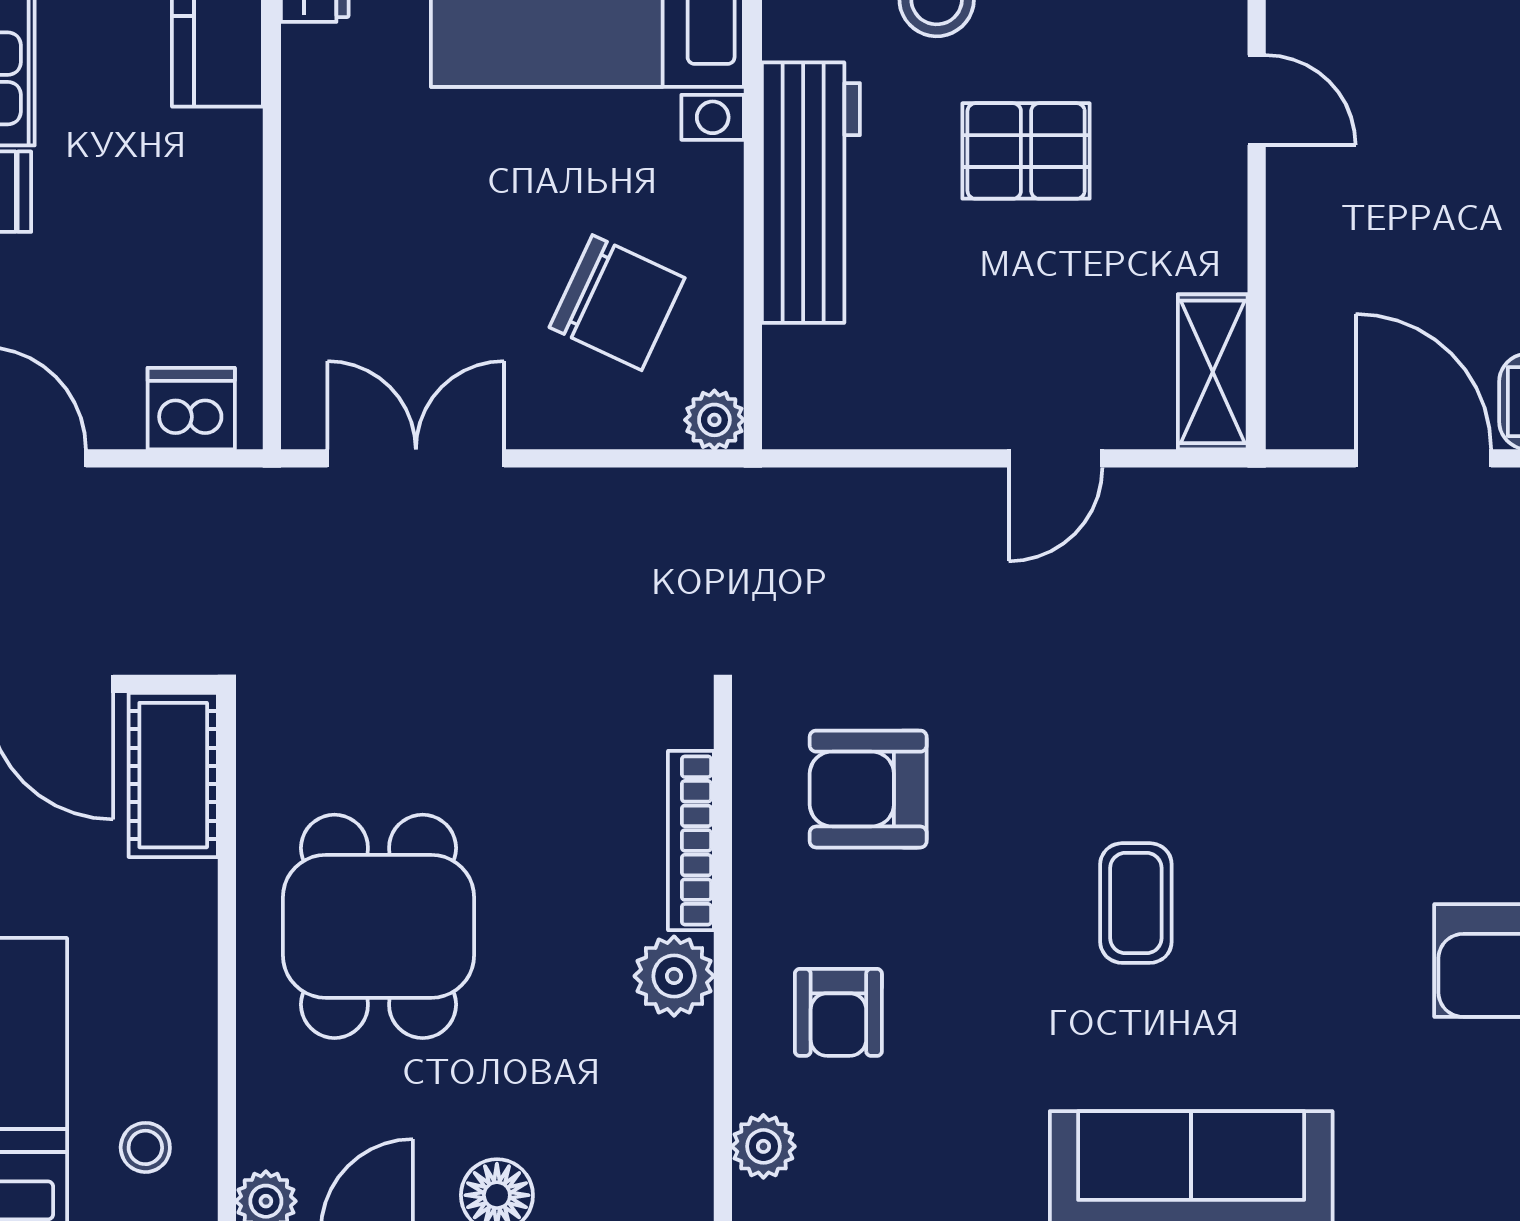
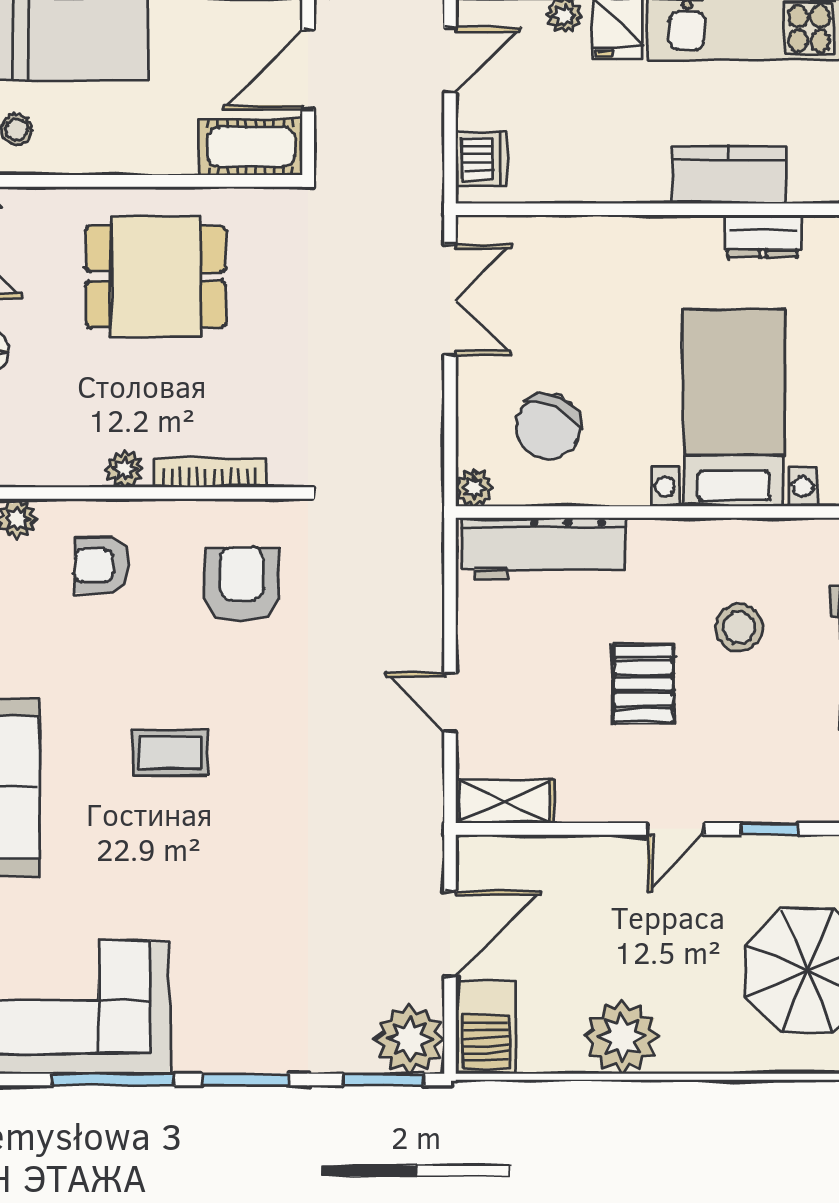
workbench: (811, 193) -> (543, 548), moved
plant: (674, 976) -> (124, 469), width x0.73, depth x0.73

